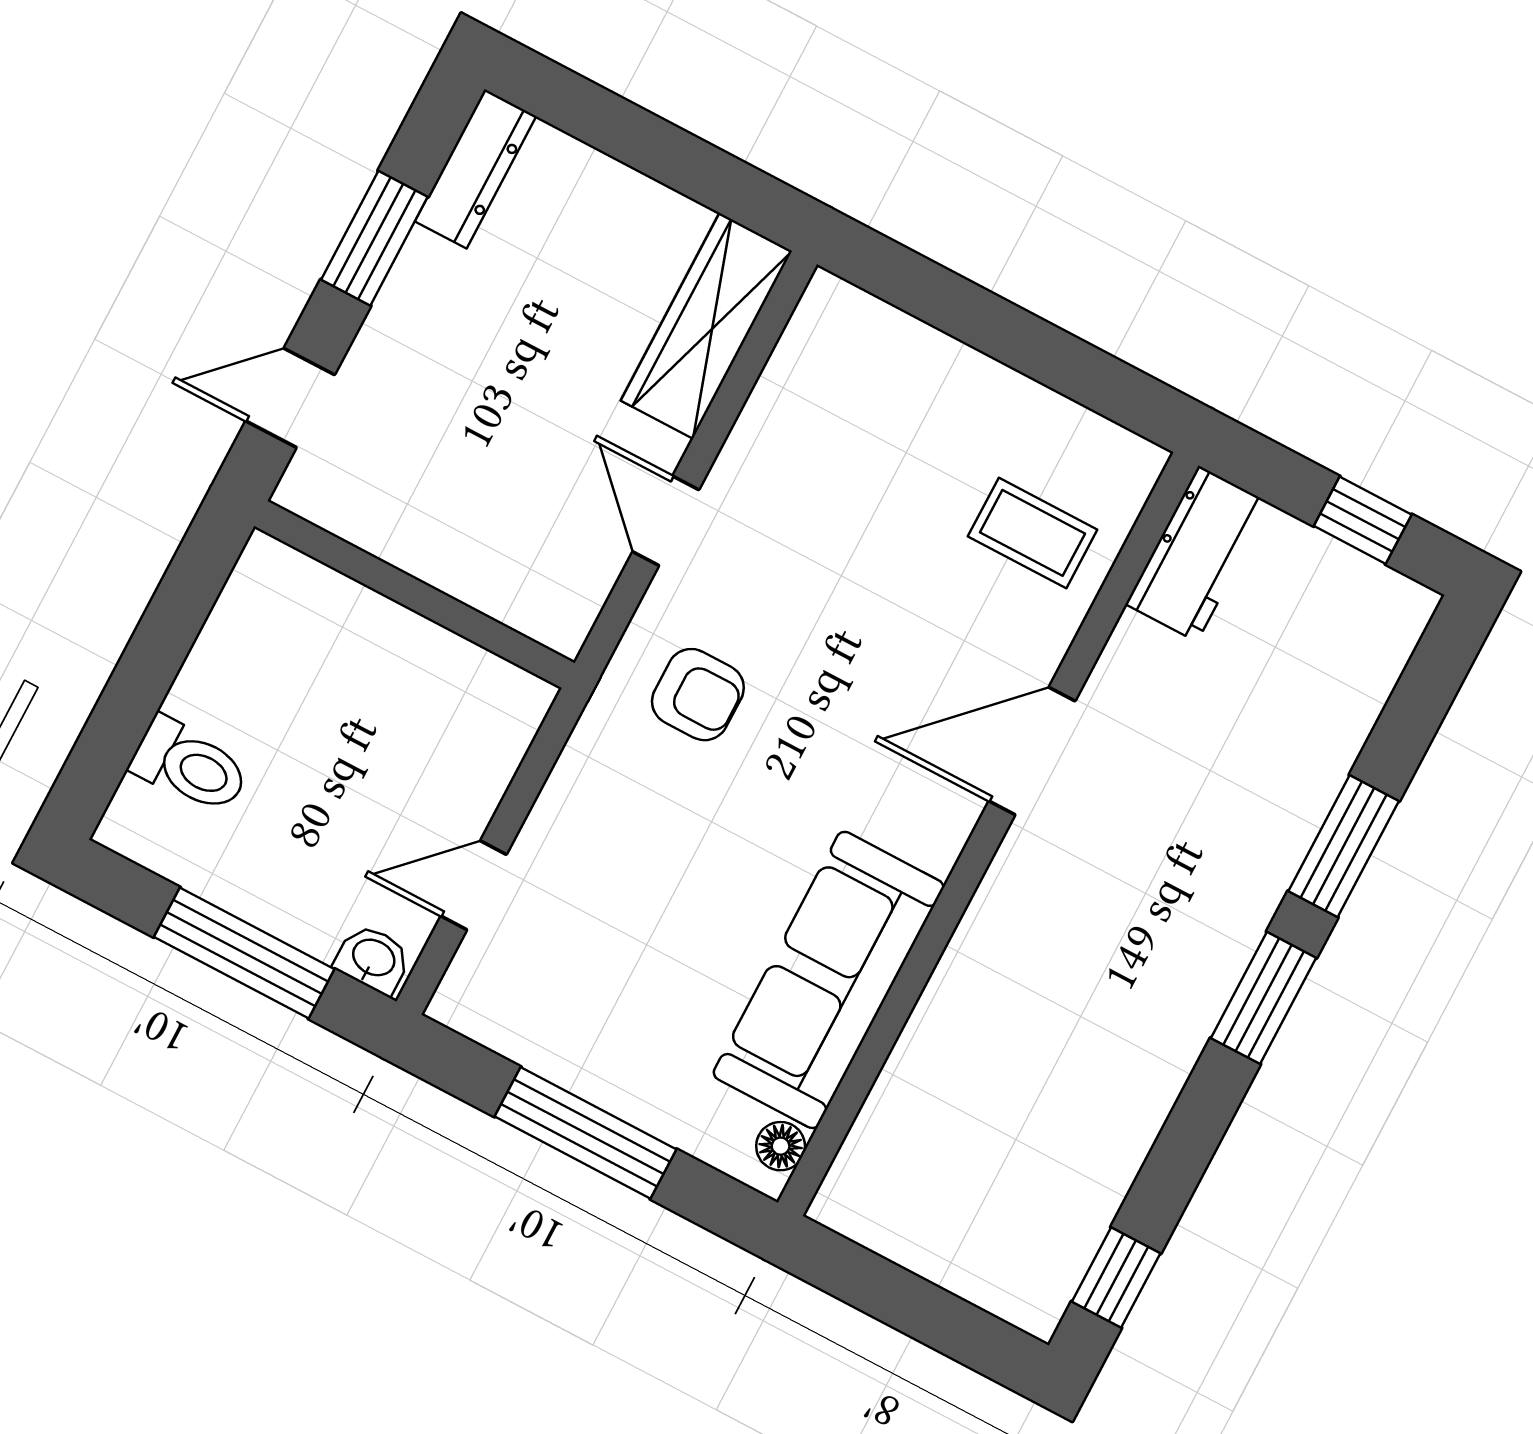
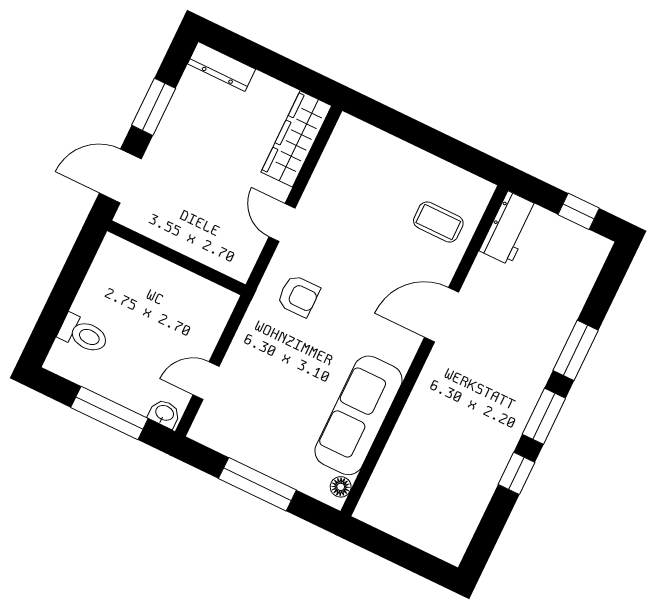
dresser: (476, 169) -> (222, 67), moved, turned 90
door: (290, 398) -> (120, 176), width x1.38
window: (1116, 1277) -> (516, 473), moved

